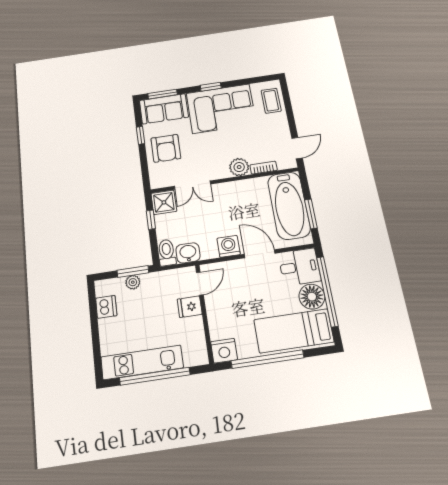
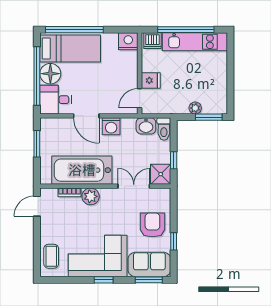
bathtub: (289, 205) -> (82, 170), moved, turned -90
window: (133, 272) -> (209, 117), moved
dishwasher: (106, 307) -> (153, 41), moved, turned -90
window: (267, 359) -> (74, 30), moved

